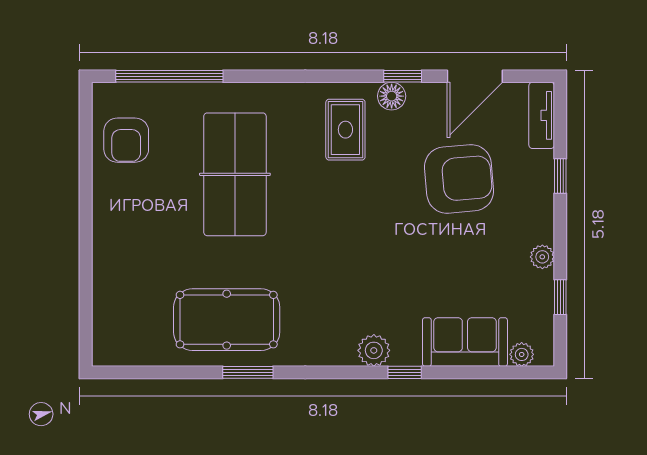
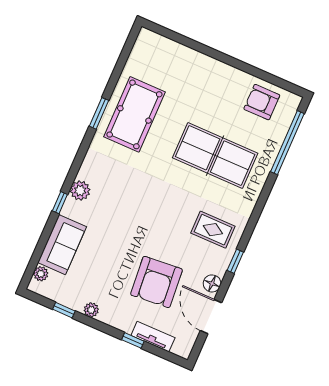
window: (403, 76) -> (235, 261), moved
floor lamp: (392, 96) -> (212, 283), moved
tv unit: (542, 115) -> (153, 337), moved

